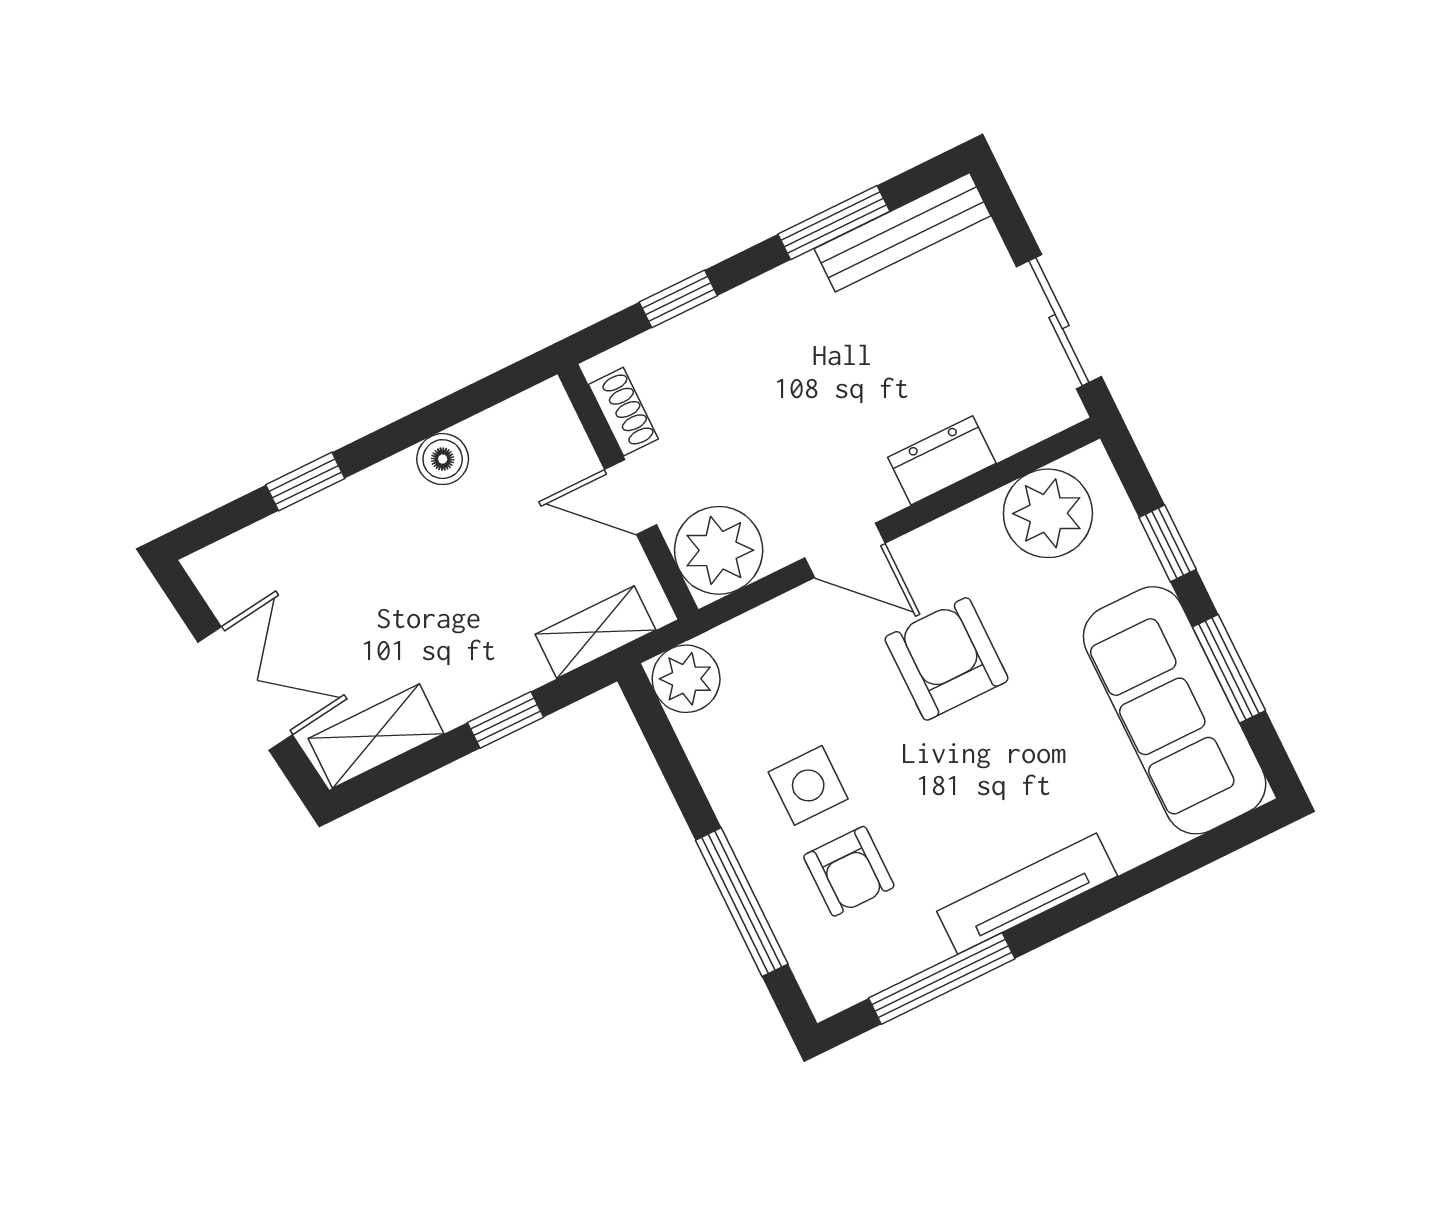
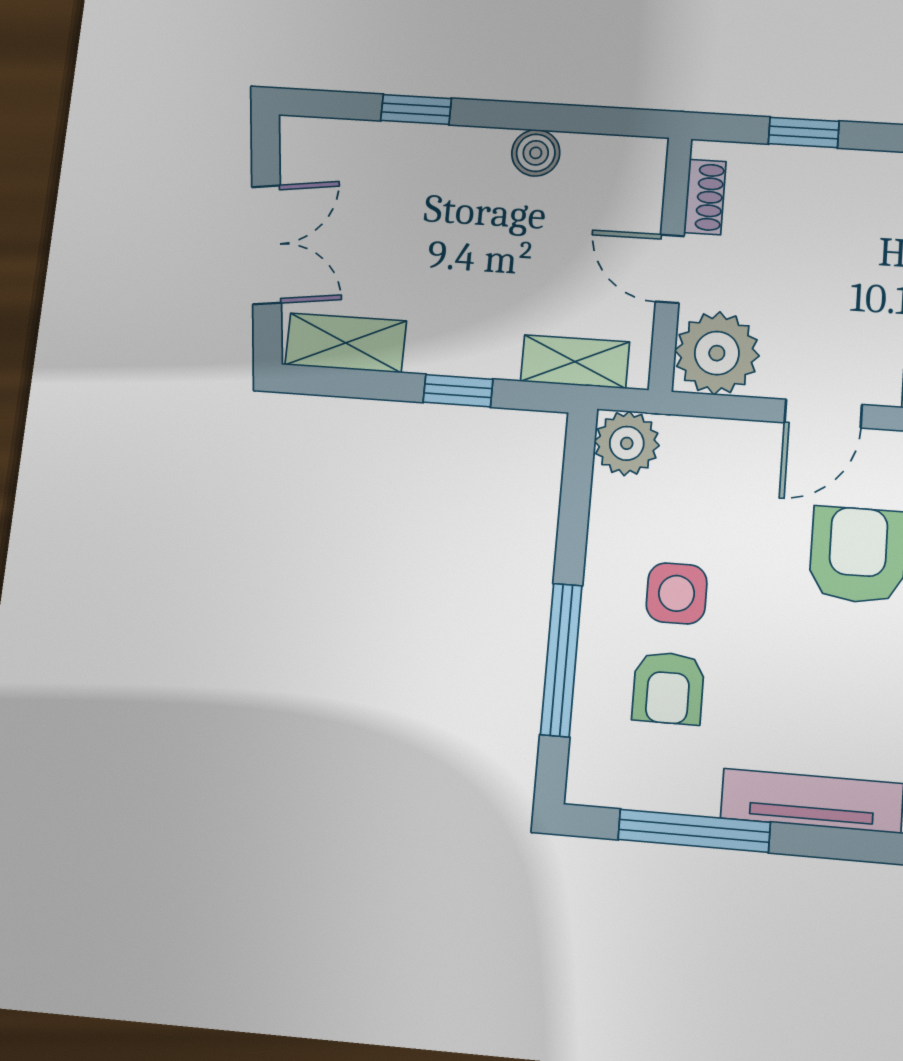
door: (845, 550) -> (823, 414), hinge flipped

